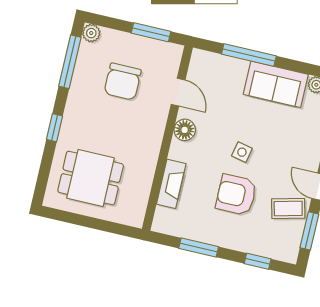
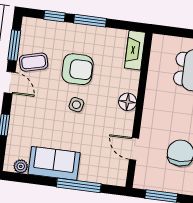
floor lamp: (185, 130) -> (128, 102), moved
fireplace: (171, 184) -> (135, 50), moved
window: (199, 248) -> (90, 21), moved

